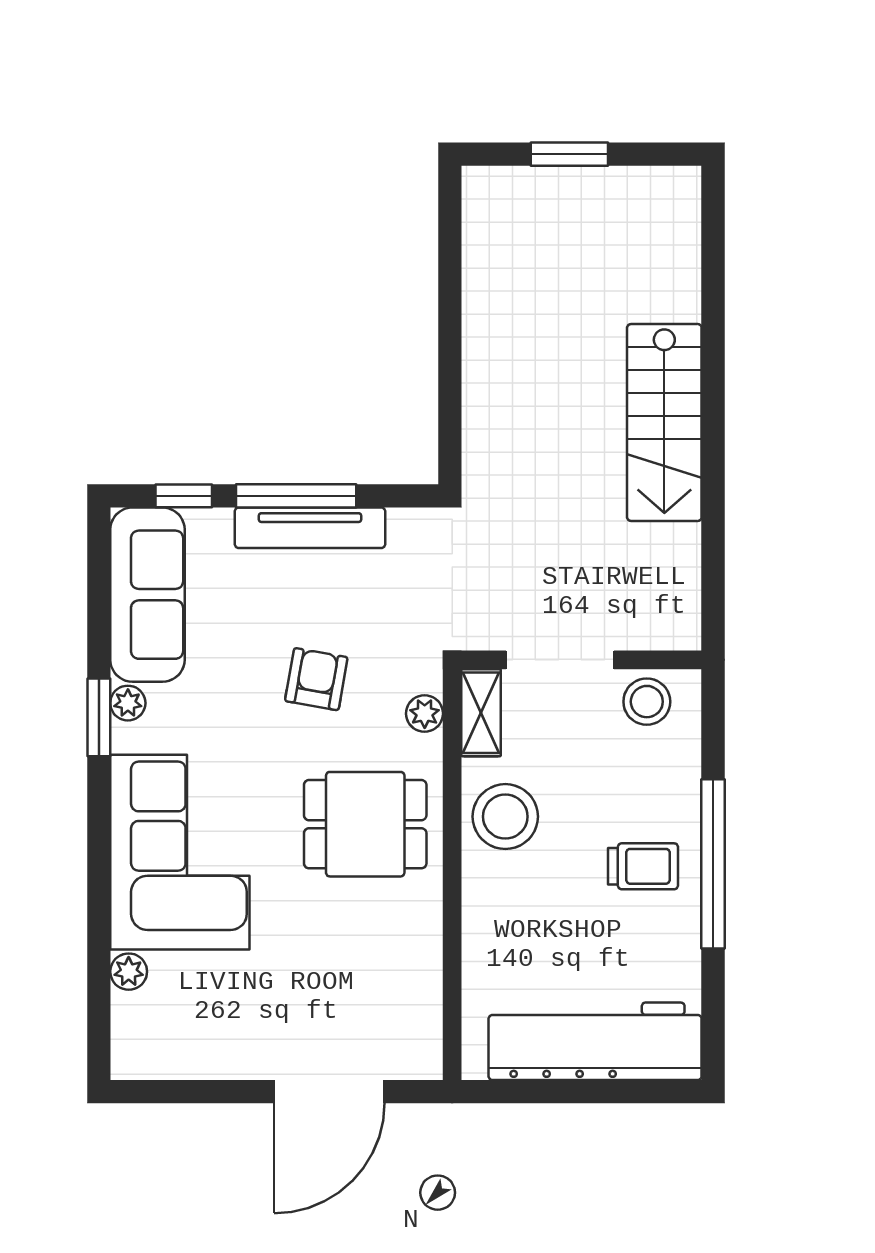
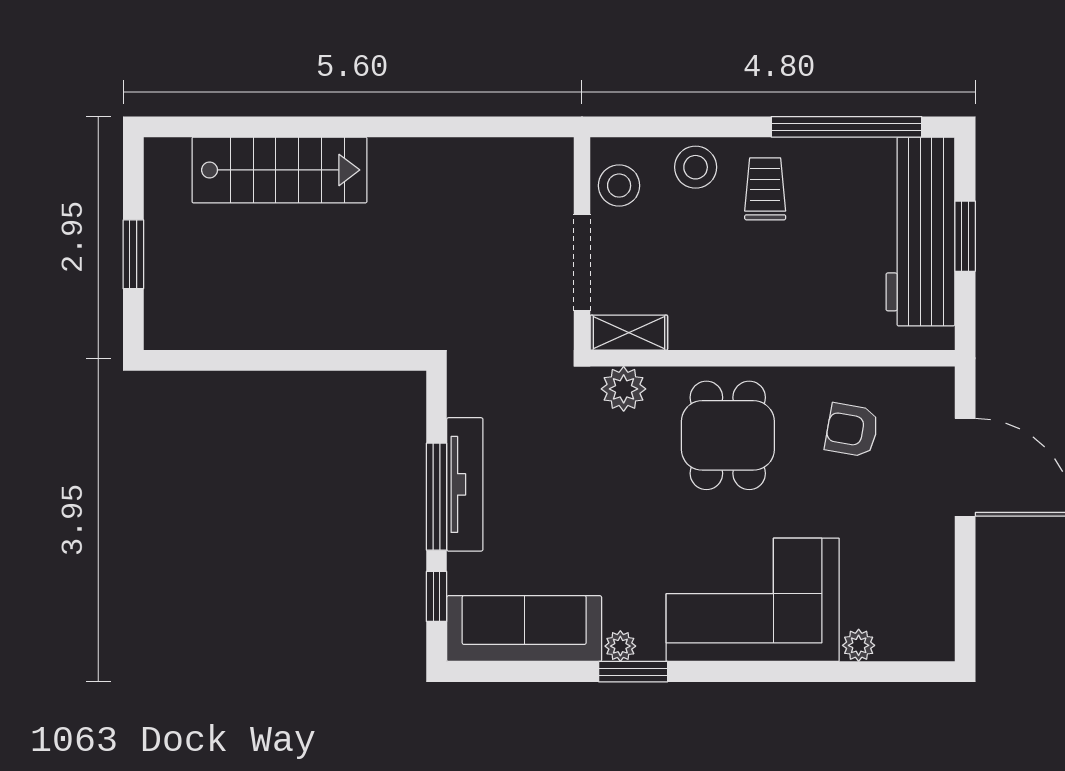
stairs: (664, 423) -> (279, 170), moved
armchair: (316, 679) -> (852, 430), moved
plant: (425, 714) -> (624, 389), width x1.38, depth x1.38
stool: (505, 817) -> (696, 167), moved, width x0.73, depth x0.73
window: (713, 864) -> (846, 127), moved
window: (590, 1092) -> (965, 236), added

